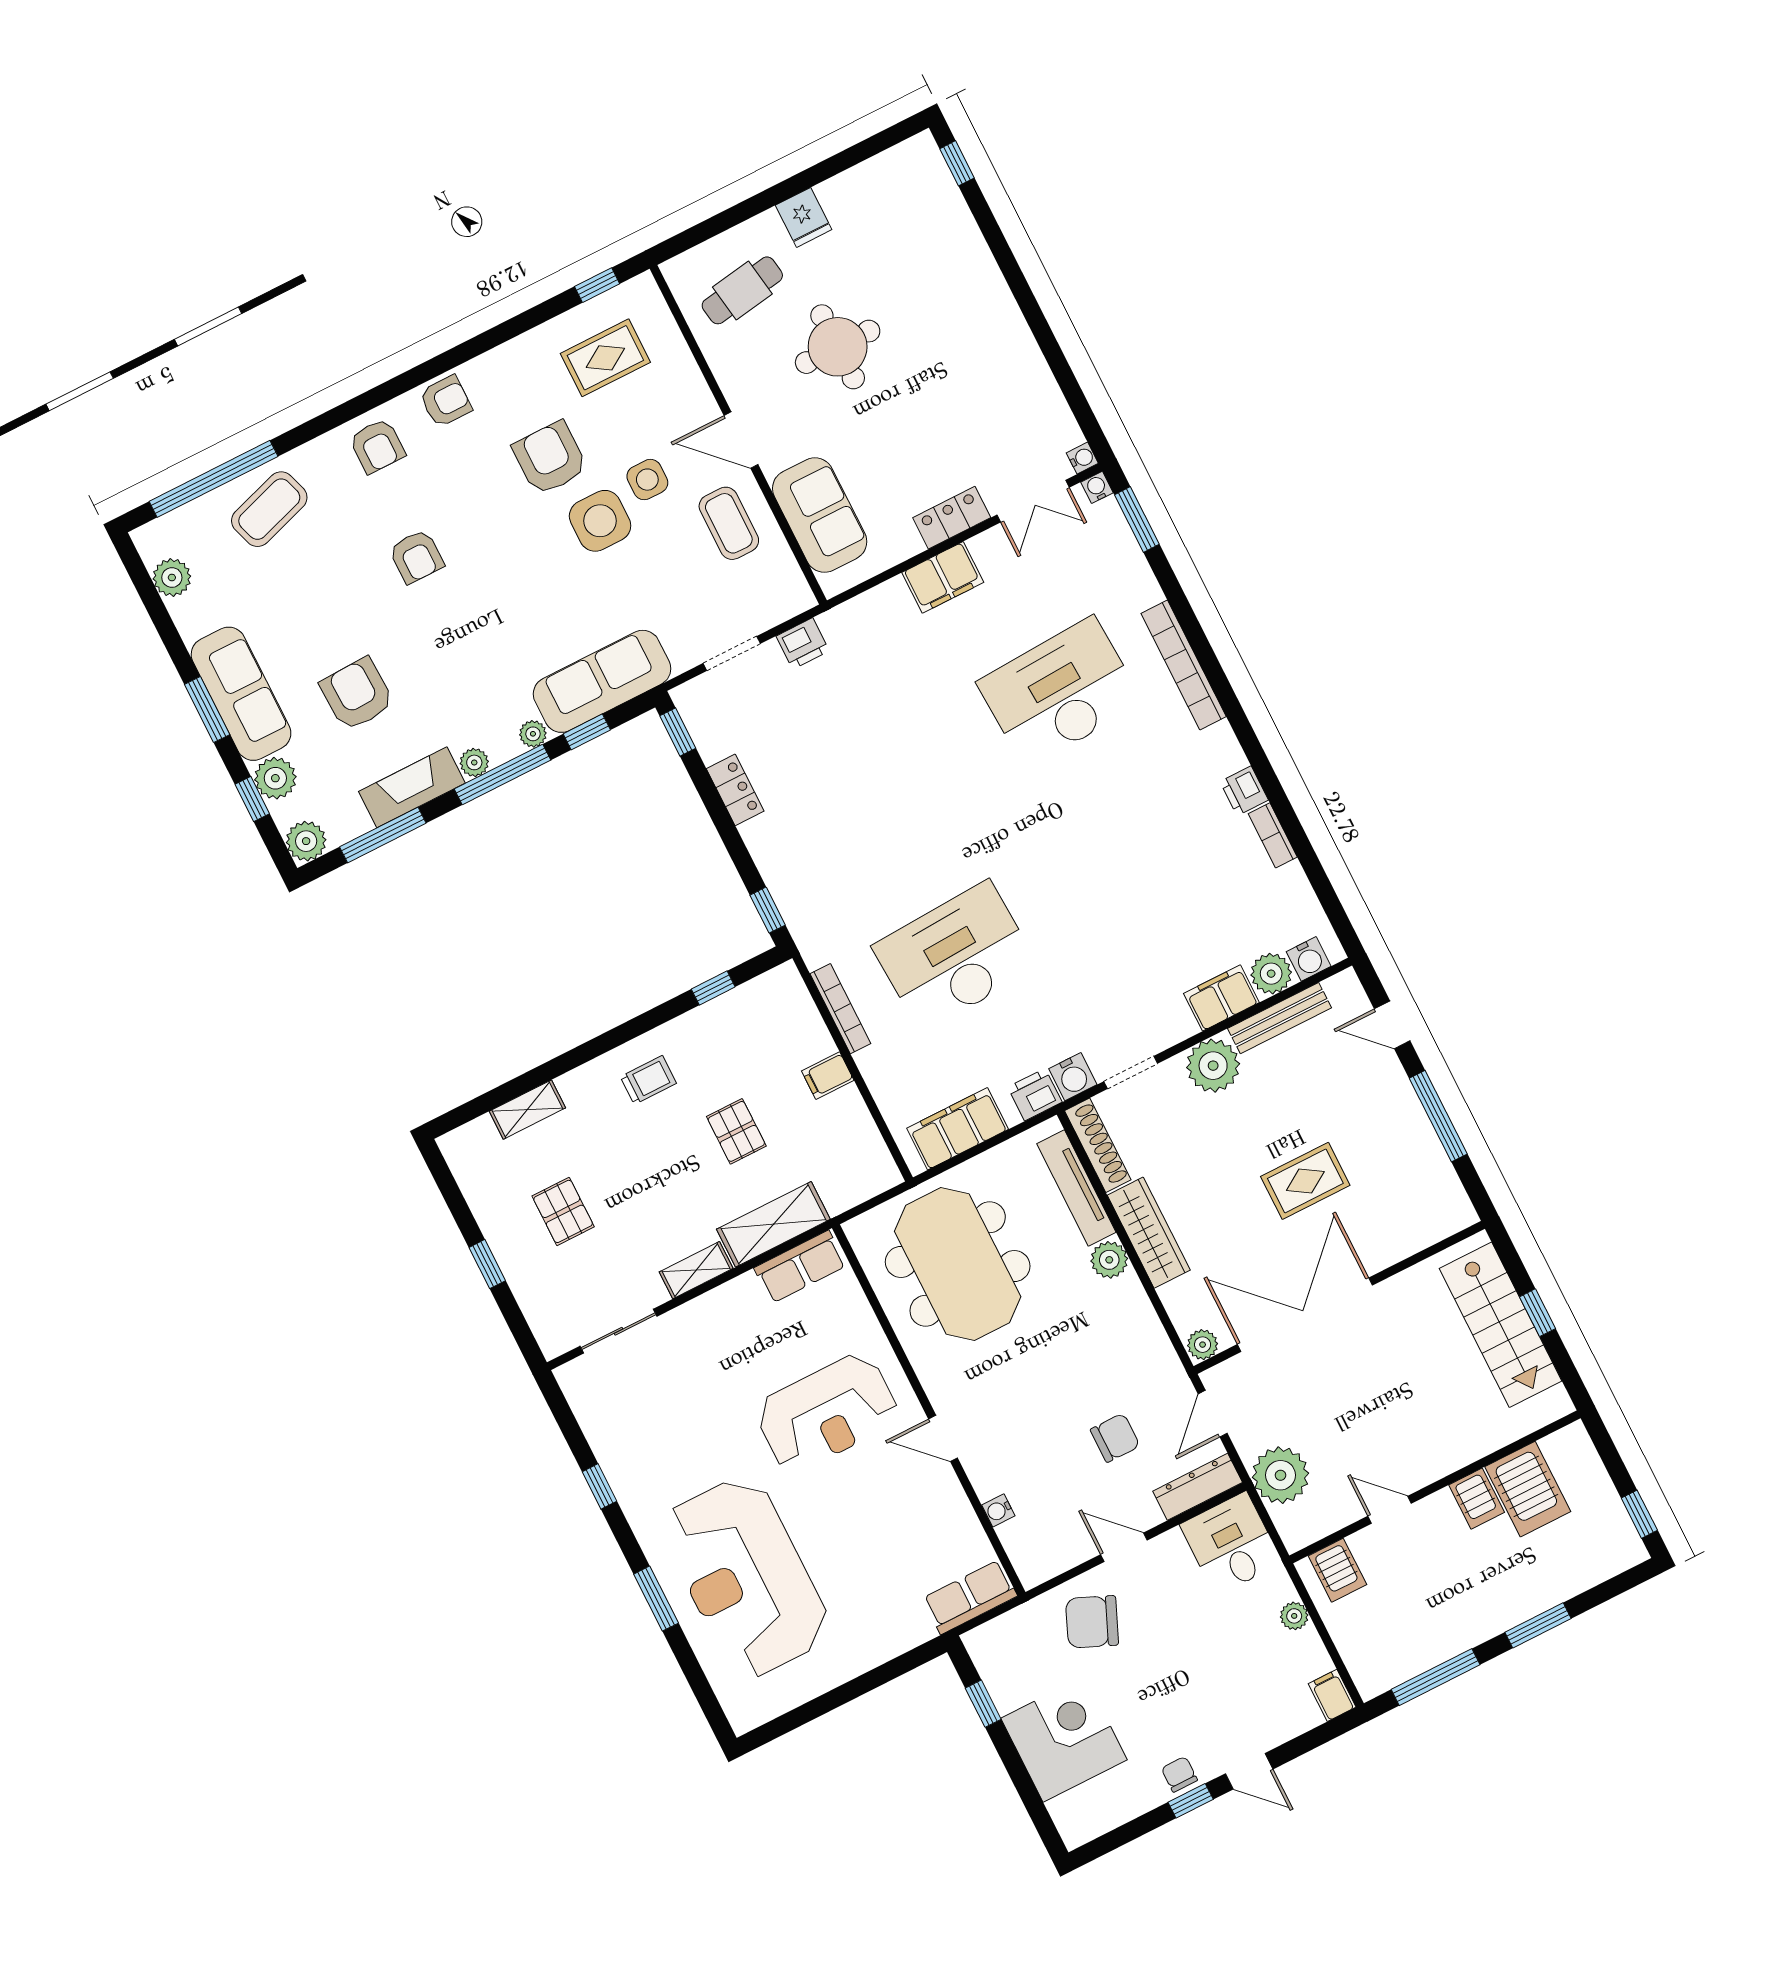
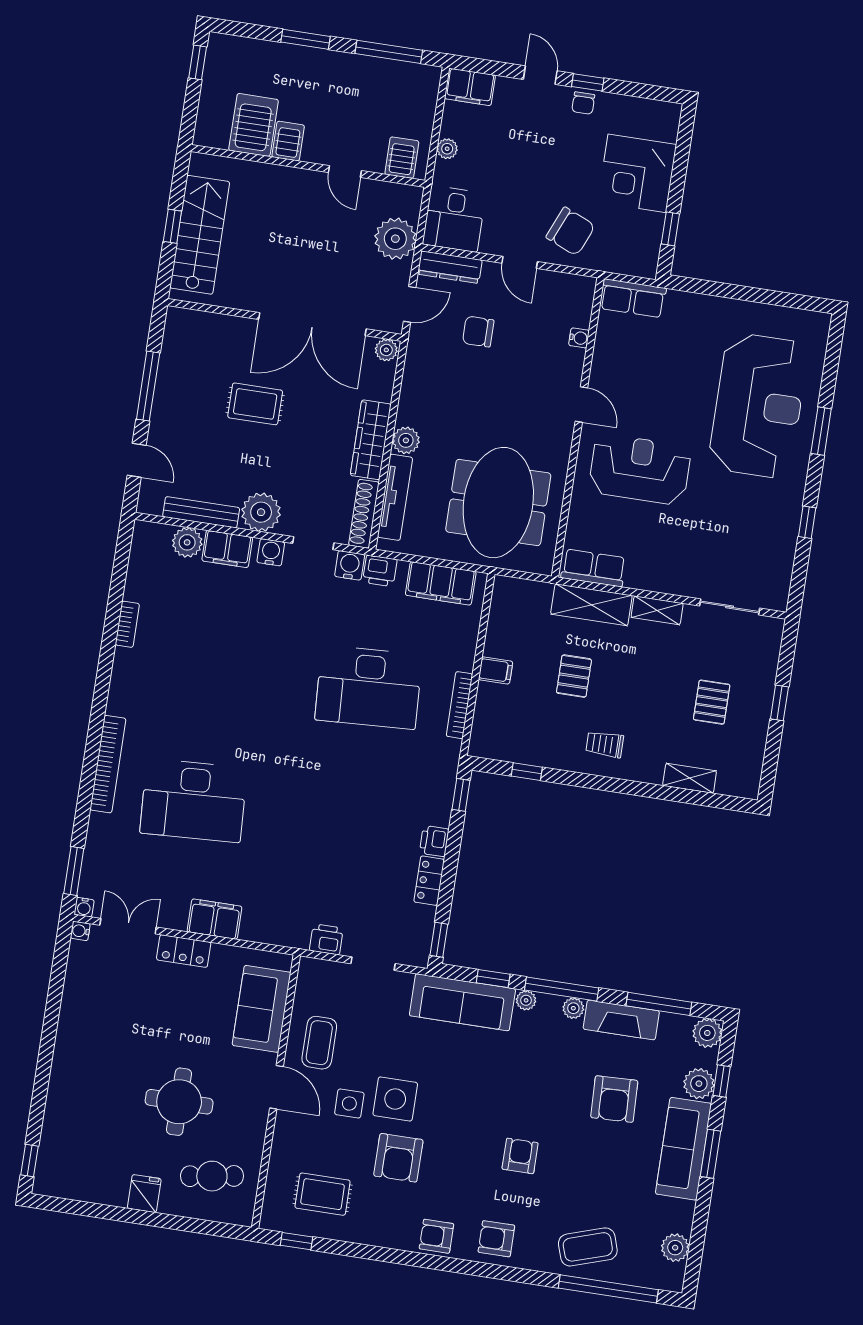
armchair: (377, 446) -> (496, 1239), turned -90
printer: (1244, 791) -> (434, 841), moved, turned 180
water cooler: (1309, 959) -> (271, 552), moved
filing cabinet: (1332, 1695) -> (470, 87), width x2.00

